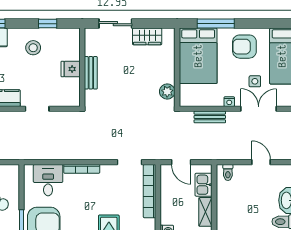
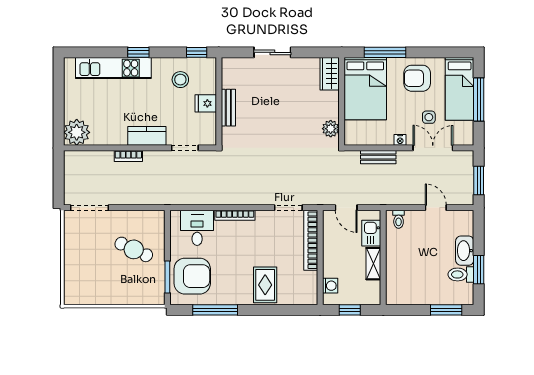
wardrobe: (147, 36) -> (330, 74), moved, turned 90
wall: (82, 67) -> (219, 101), moved
fridge: (71, 69) -> (206, 103), moved
bench: (91, 73) -> (228, 108), moved

